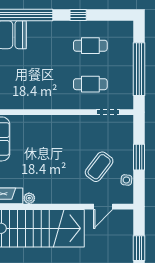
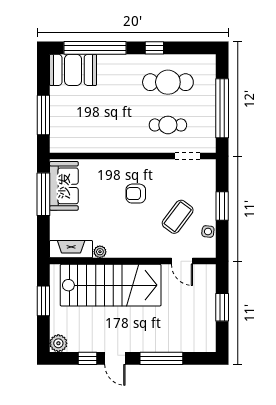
cafe table: (90, 46) -> (168, 82), width x1.37, depth x1.35
armchair: (61, 146) -> (136, 194), added
door: (103, 207) -> (182, 261), hinge flipped

